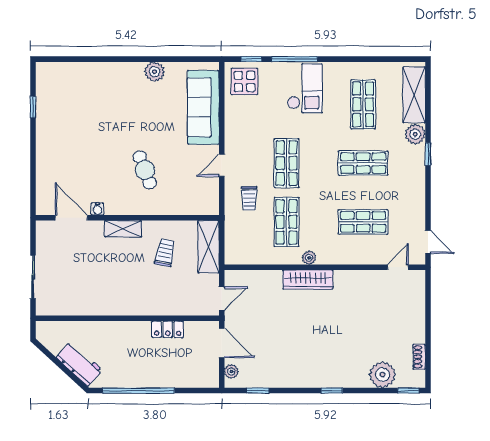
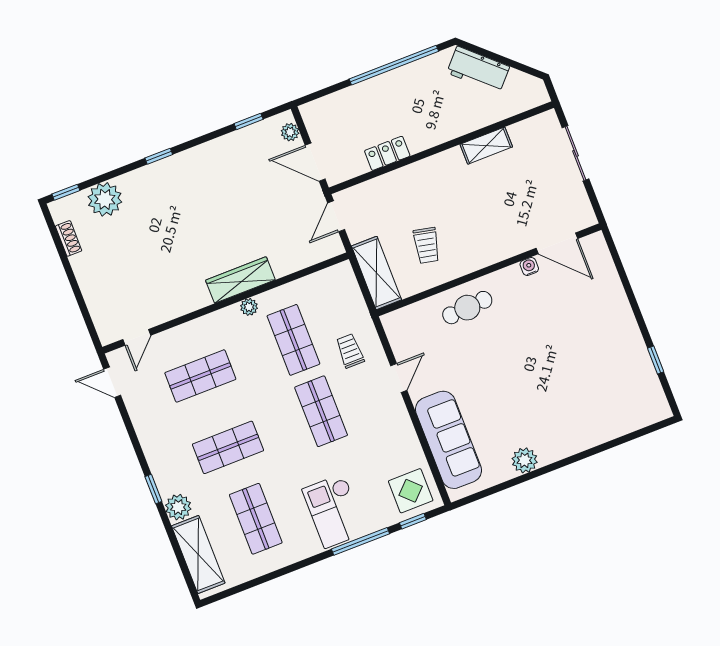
cafe table: (145, 170) -> (467, 308), moved, turned -73
shelving: (123, 229) -> (486, 146), moved

